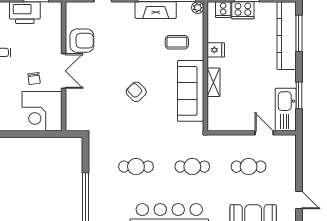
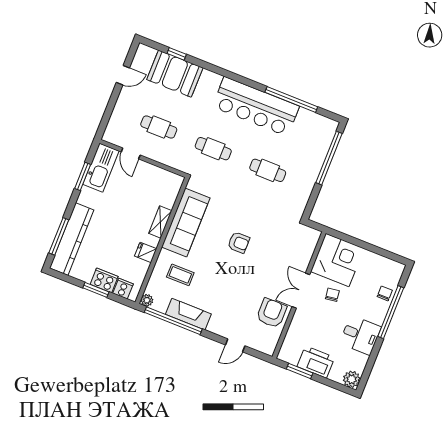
armchair: (82, 41) -> (272, 313), turned 90
armchair: (136, 92) -> (239, 243), turned -45
door: (299, 200) -> (123, 75), swing flipped

